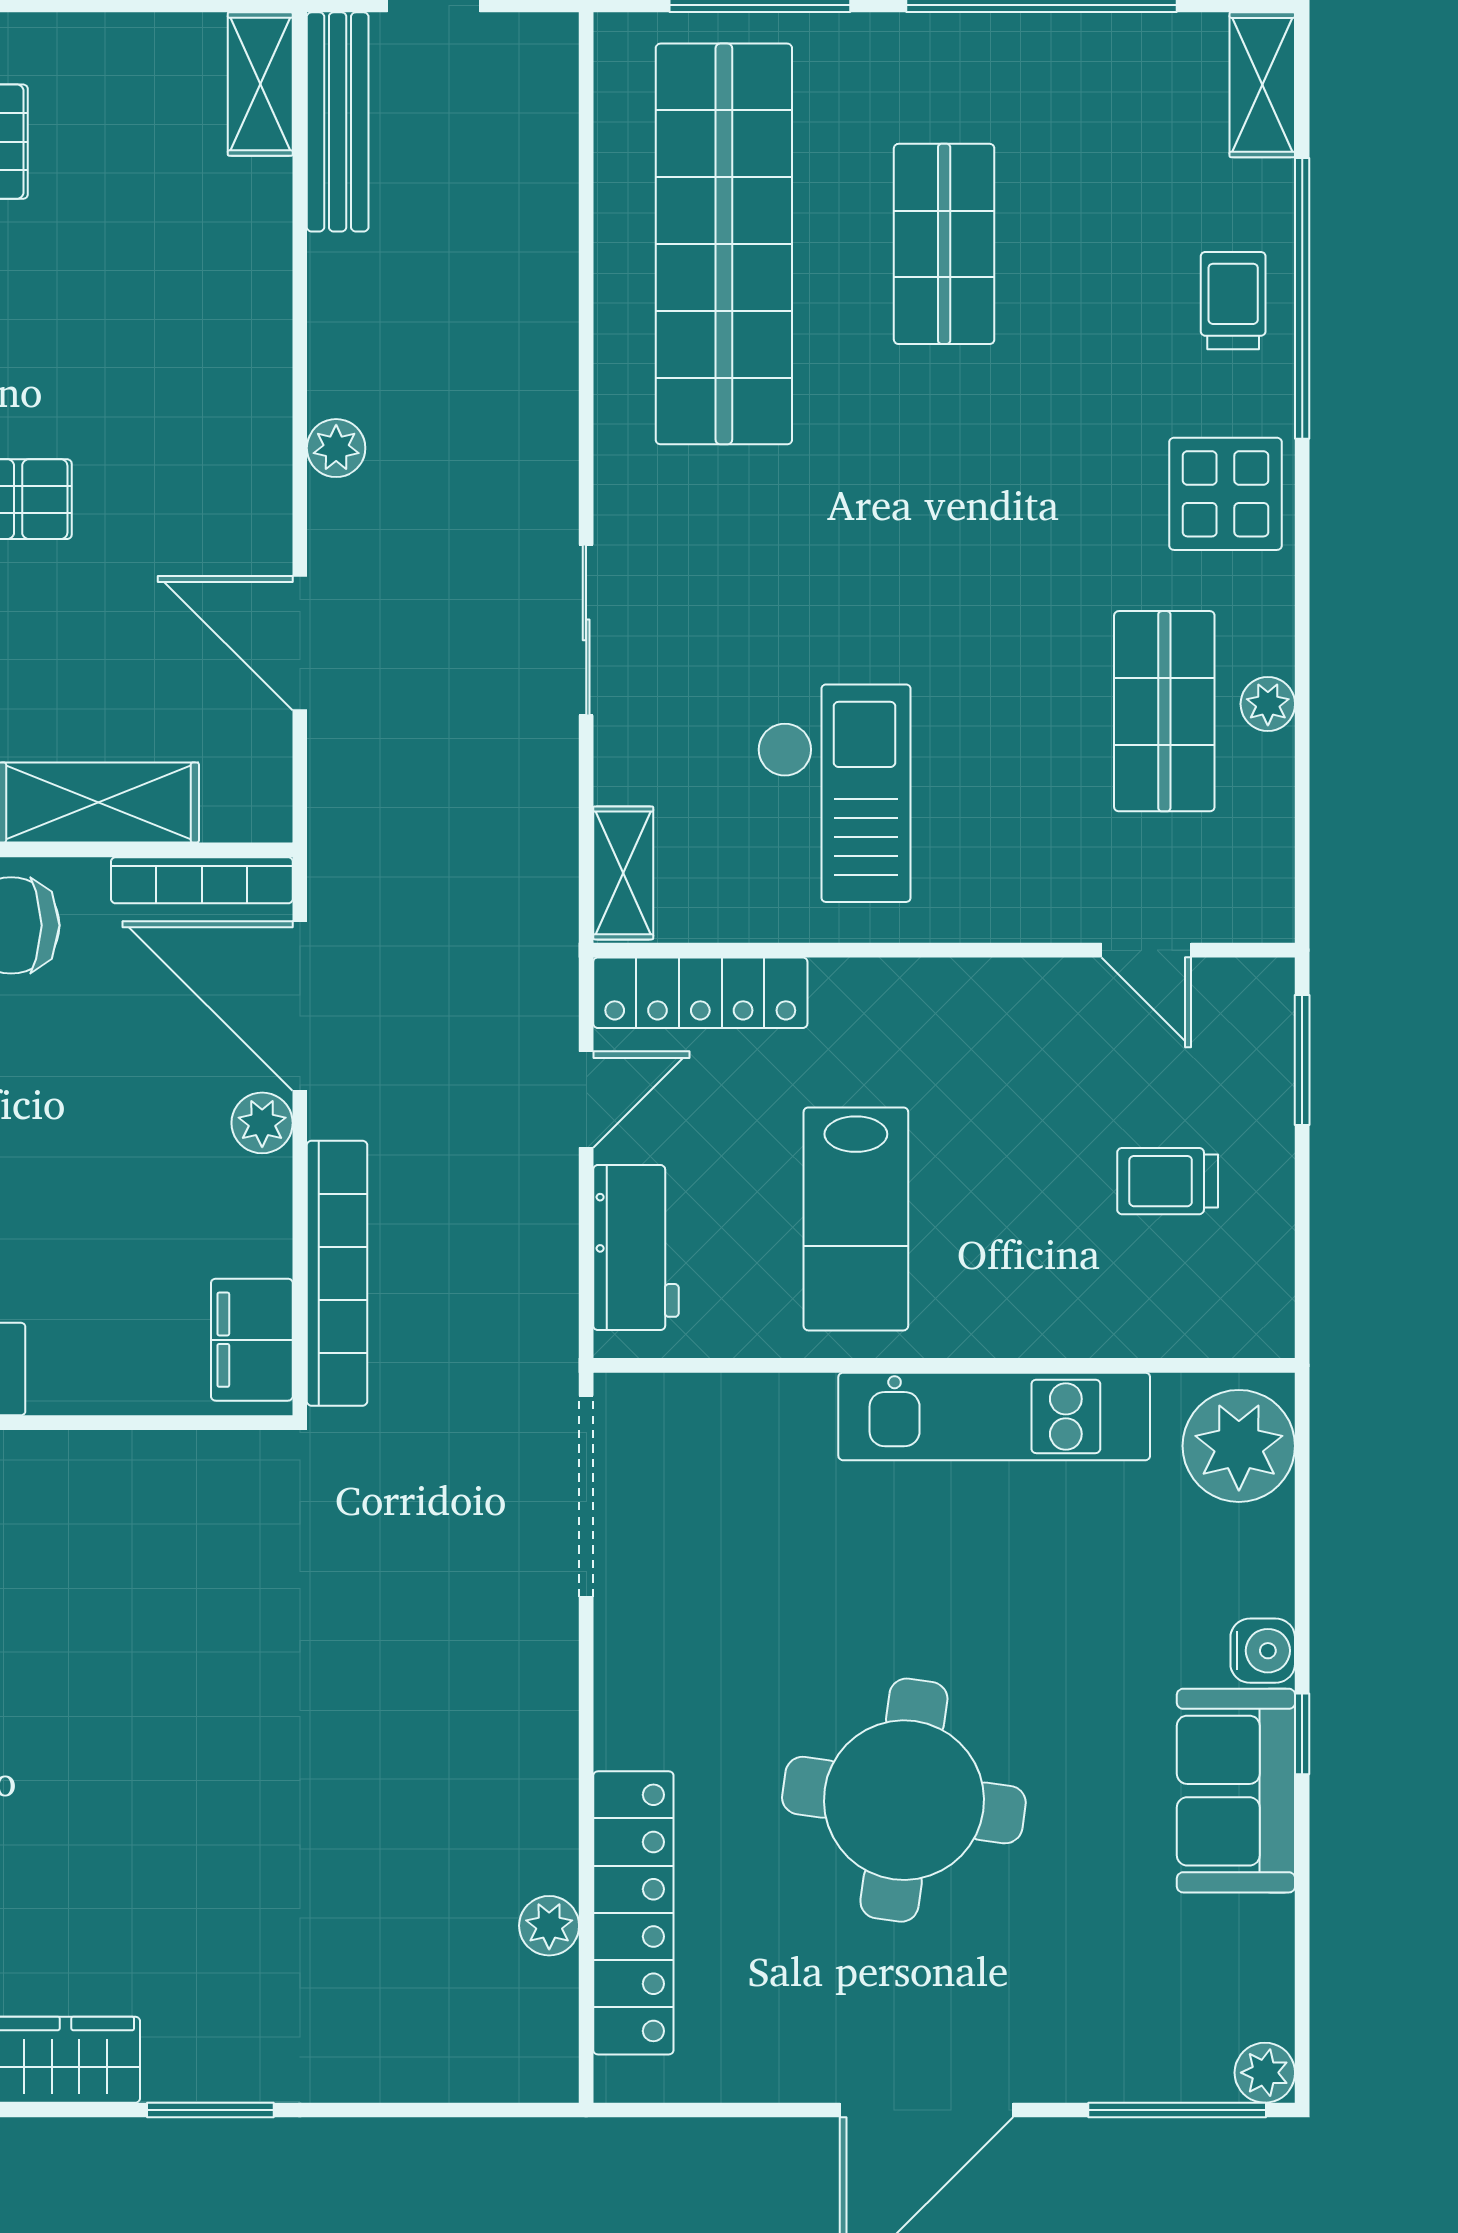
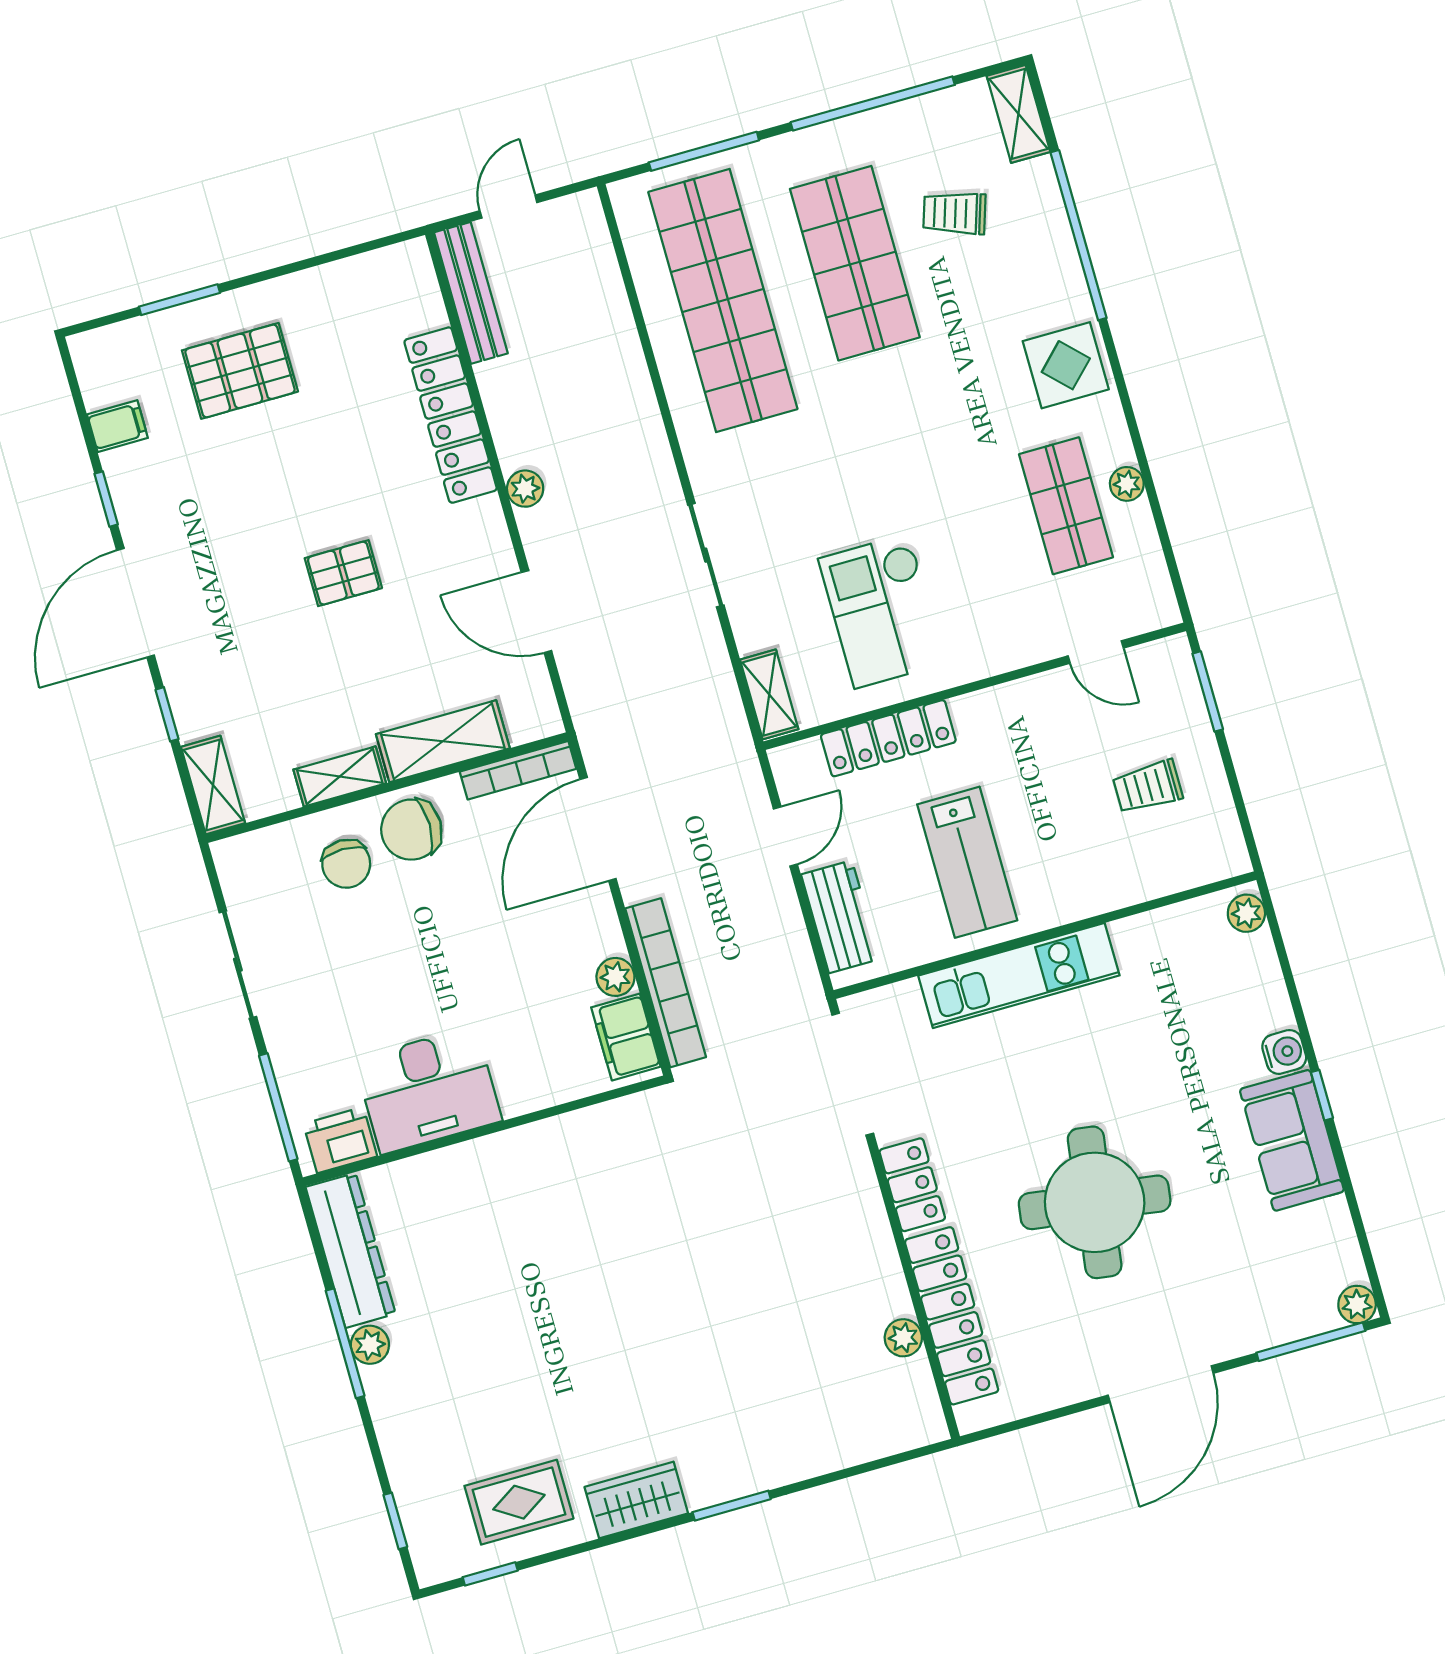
shelving: (260, 84) -> (418, 283), removed
shop shelf: (944, 244) -> (855, 263), width x1.43, depth x1.36
trolley: (1233, 301) -> (954, 213), moved, turned -72
locker: (253, 302) -> (451, 415), added
checkout: (834, 793) -> (882, 611), turned 180
locker: (700, 993) -> (888, 738), moved
door: (300, 1006) -> (598, 829), hinge flipped
plant: (262, 1123) -> (615, 977), moved
kitchen unit: (994, 1416) -> (1019, 975), moved
plant: (1239, 1446) -> (1246, 913), width x0.53, depth x0.53
locker: (630, 1693) -> (912, 1185), added

